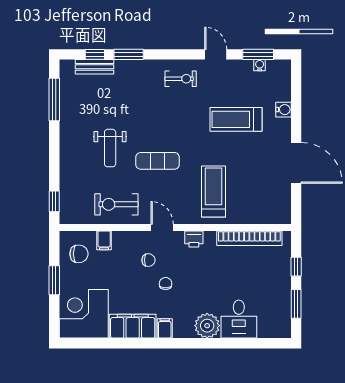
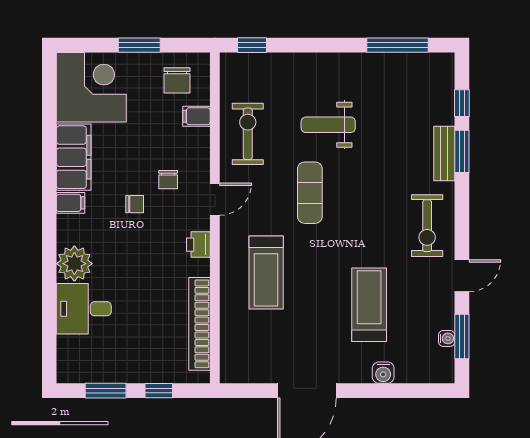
bench: (94, 67) -> (444, 153), moved
exercise bike: (181, 79) -> (427, 226), width x1.38, depth x1.39
treadmill: (213, 192) -> (266, 273), turned 90

